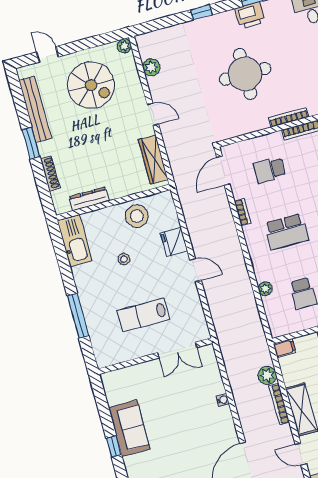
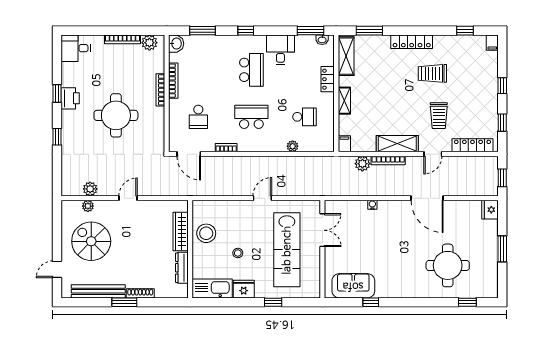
plant: (124, 46) -> (88, 206), moved
spiral stairs: (91, 85) -> (91, 241), turned -90
wardrobe: (153, 160) -> (181, 232), moved, turned 90
shoe rack: (50, 173) -> (140, 293), moved
school desk: (286, 232) -> (251, 117), turned -90
fridge: (174, 242) -> (244, 289), moved, turned 180
lab bench: (143, 315) -> (287, 250), width x1.86, depth x1.39
window: (78, 316) -> (273, 302), width x0.46
sofa: (129, 428) -> (353, 286), moved
window: (114, 446) -> (371, 302), moved

